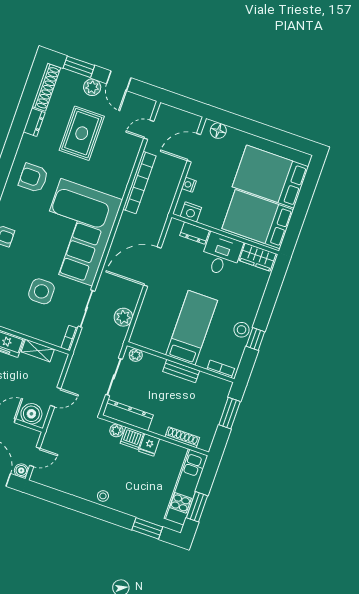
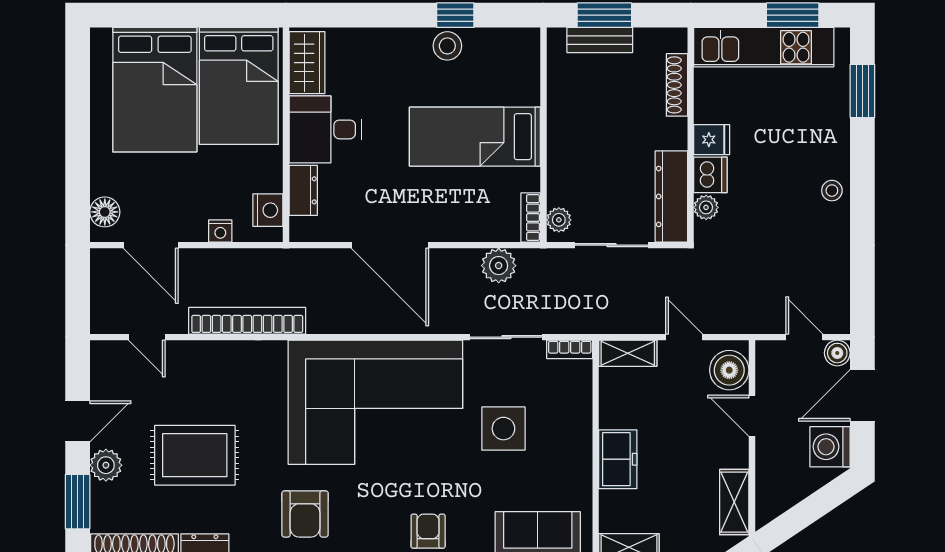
shelving: (38, 350) -> (628, 353), moved, turned 90
bookcase: (221, 369) -> (531, 218), moved
bench: (181, 371) -> (600, 40), moved, turned 90

